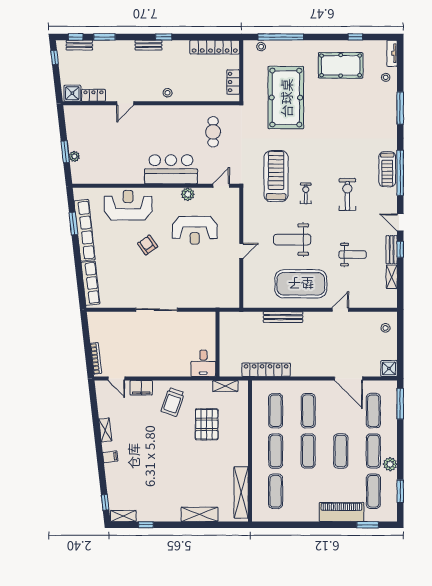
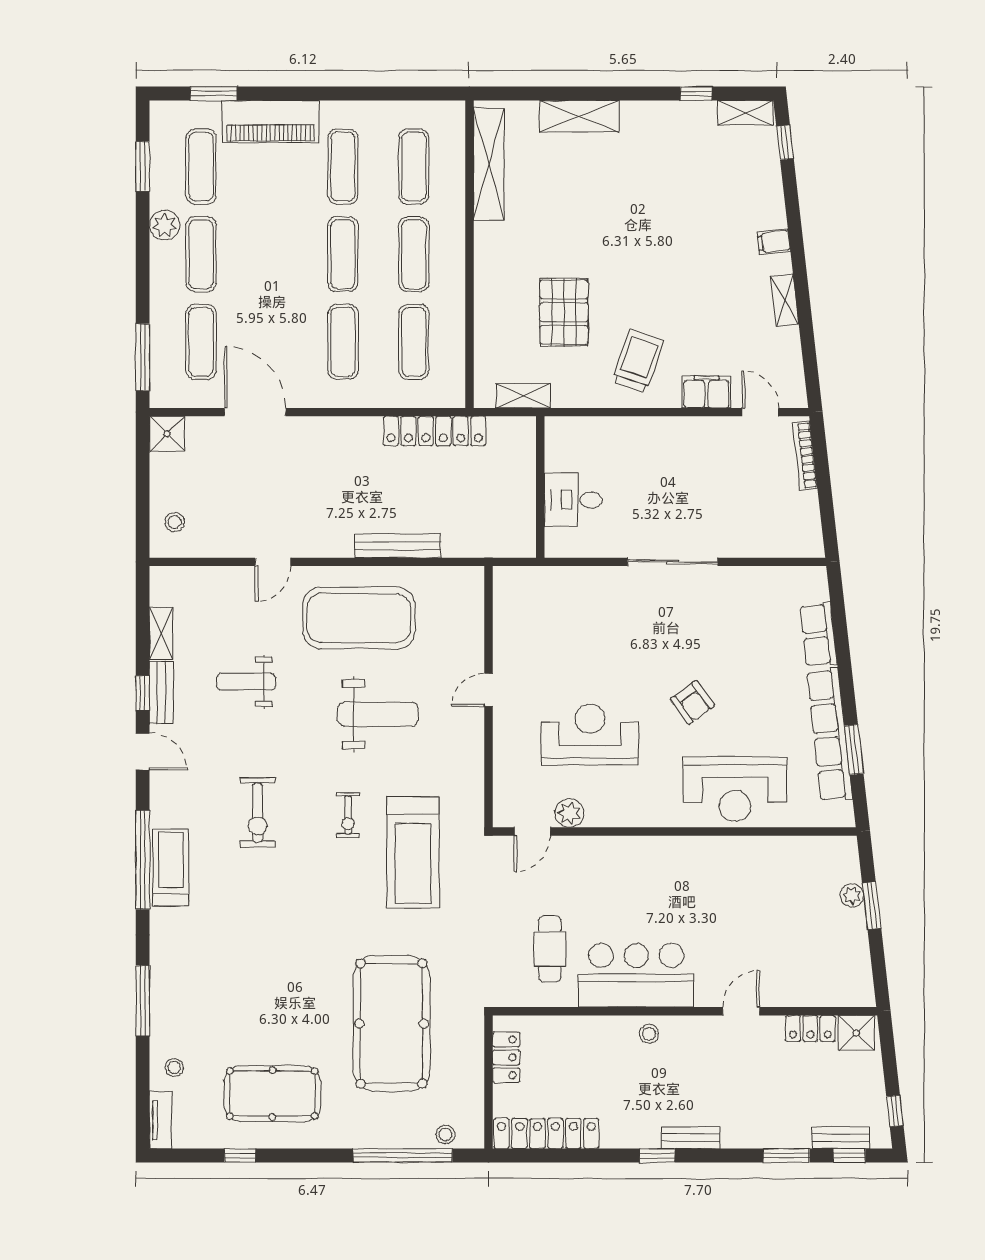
bar counter: (171, 169) -> (636, 975), moved, turned 180
plant: (188, 194) -> (569, 813), moved
row of seats: (90, 283) -> (819, 635), width x0.68
desk: (203, 363) -> (573, 500), moved, turned -90
exercise mat: (341, 451) -> (343, 167), moved

